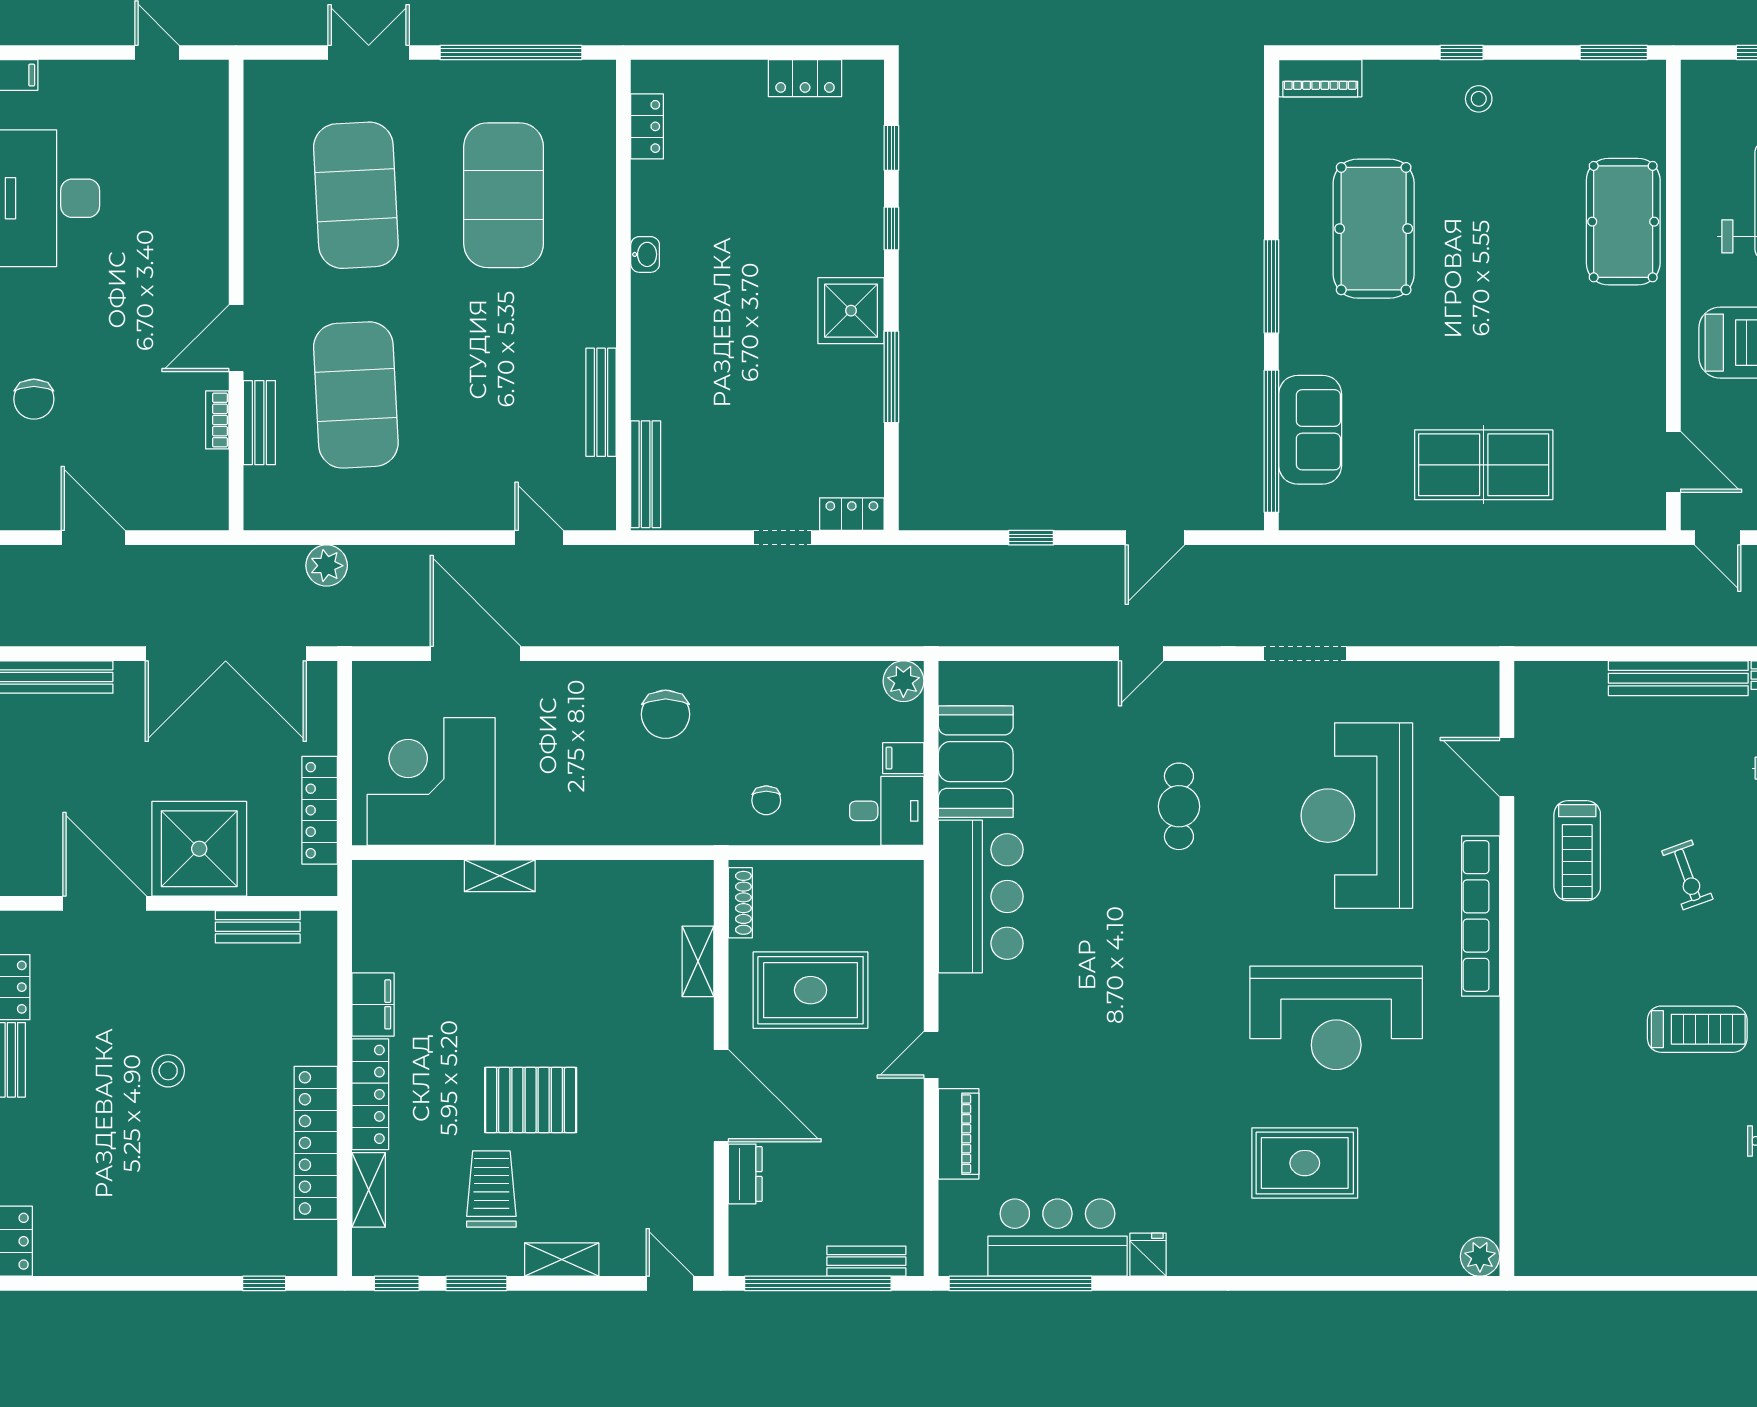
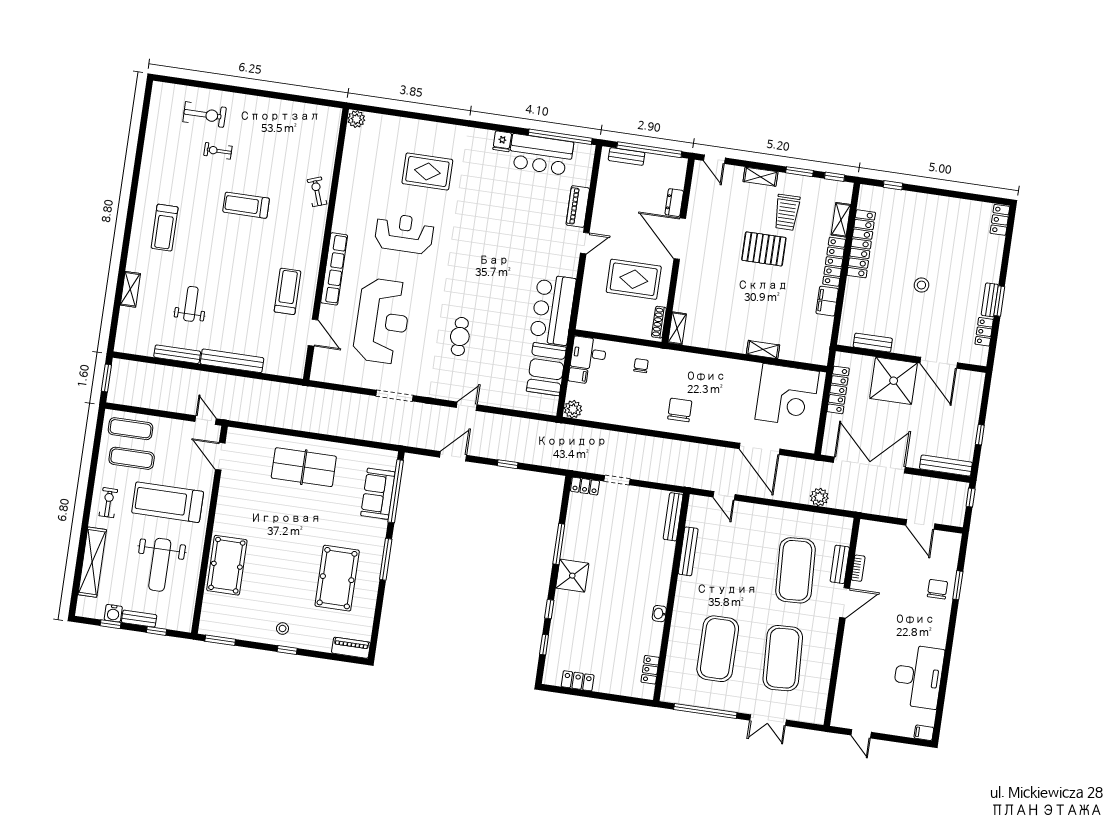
exercise bike: (1687, 875) -> (317, 192), moved
shelving: (698, 961) -> (677, 328), moved
reception desk: (1336, 1018) -> (404, 233), width x0.74, depth x0.77

